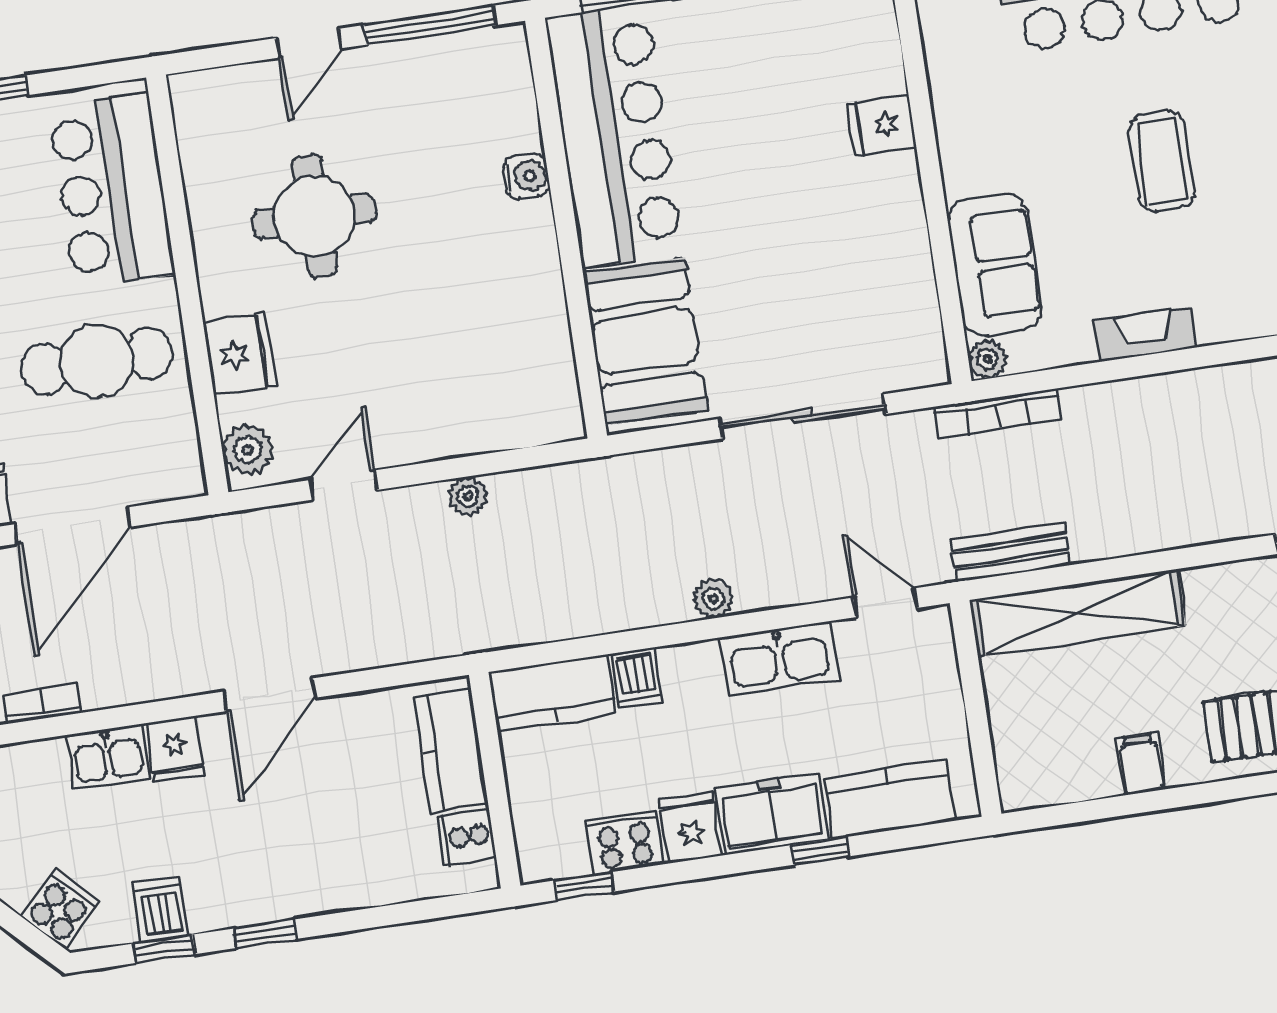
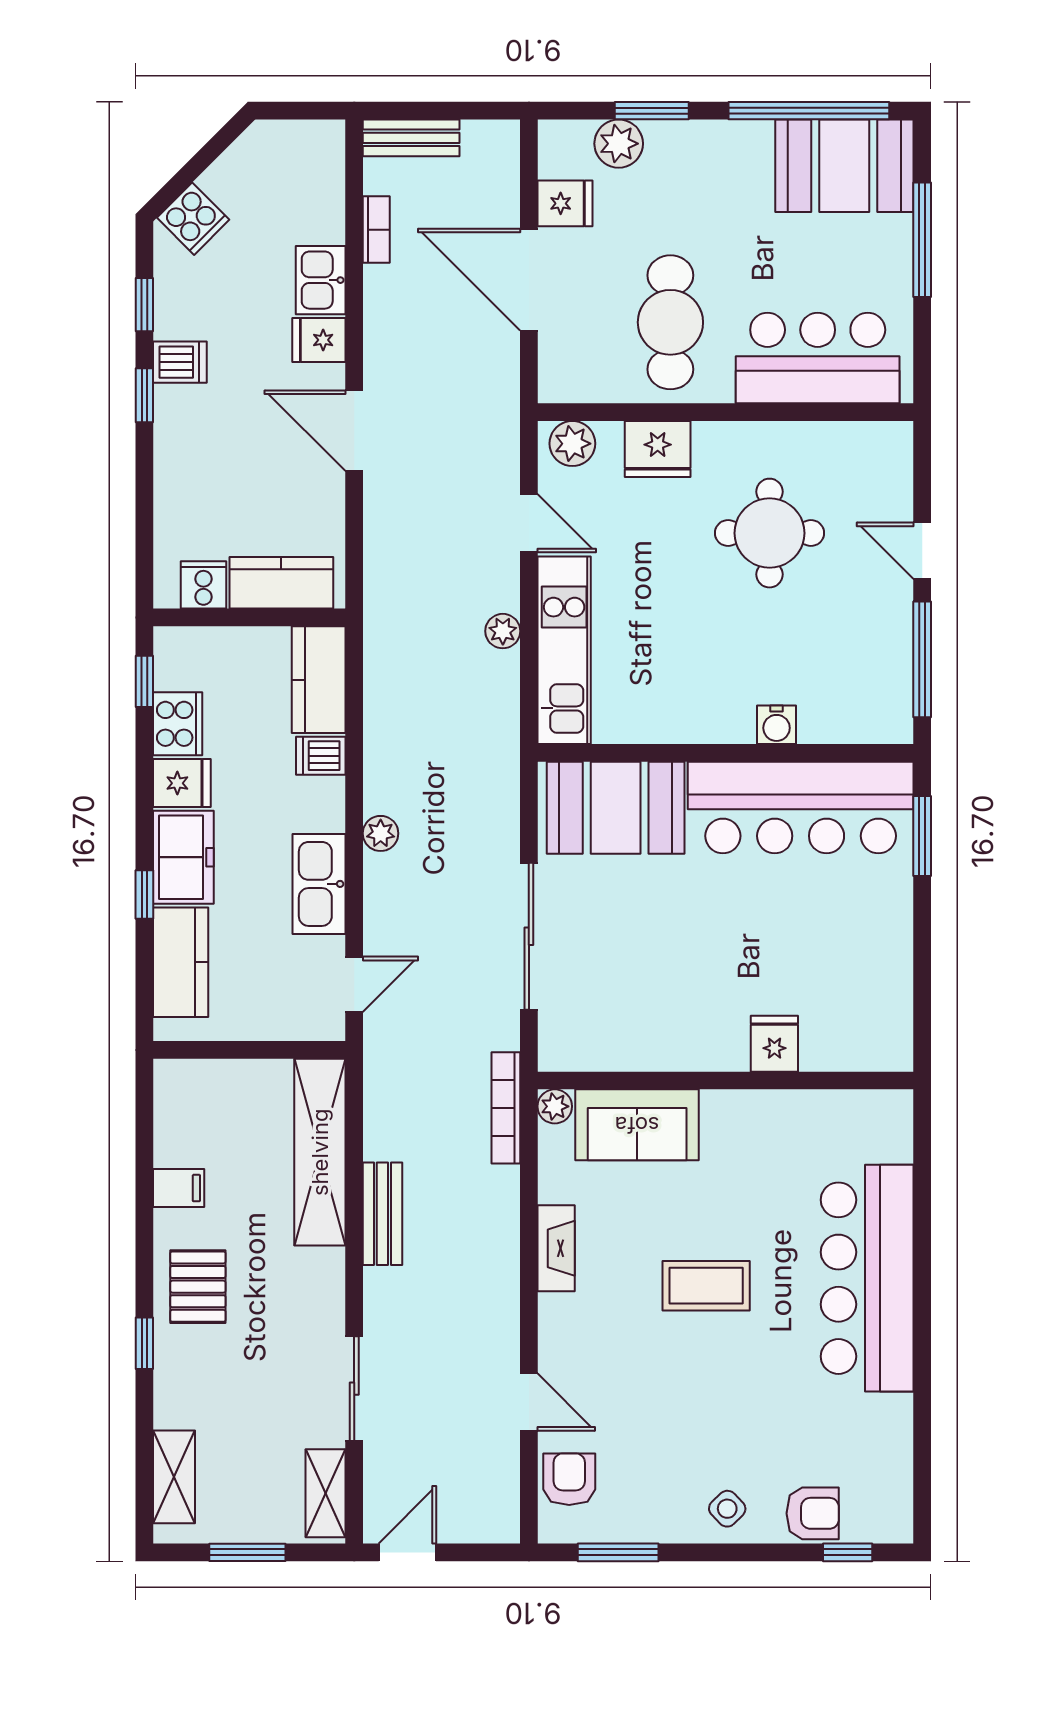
kitchen unit: (479, 425) -> (564, 650), added
bench: (1010, 552) -> (382, 1214), moved
dishwasher: (160, 909) -> (180, 362), moved

